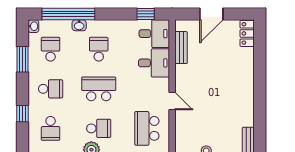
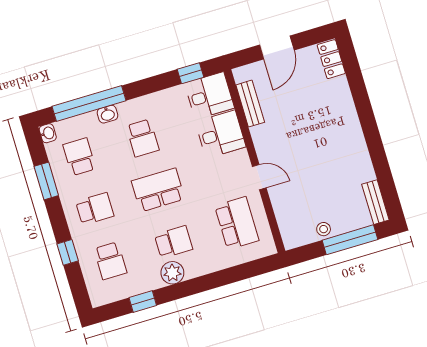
school desk: (99, 49) -> (143, 138), turned 180
school desk: (147, 128) -> (237, 223), turned 180

